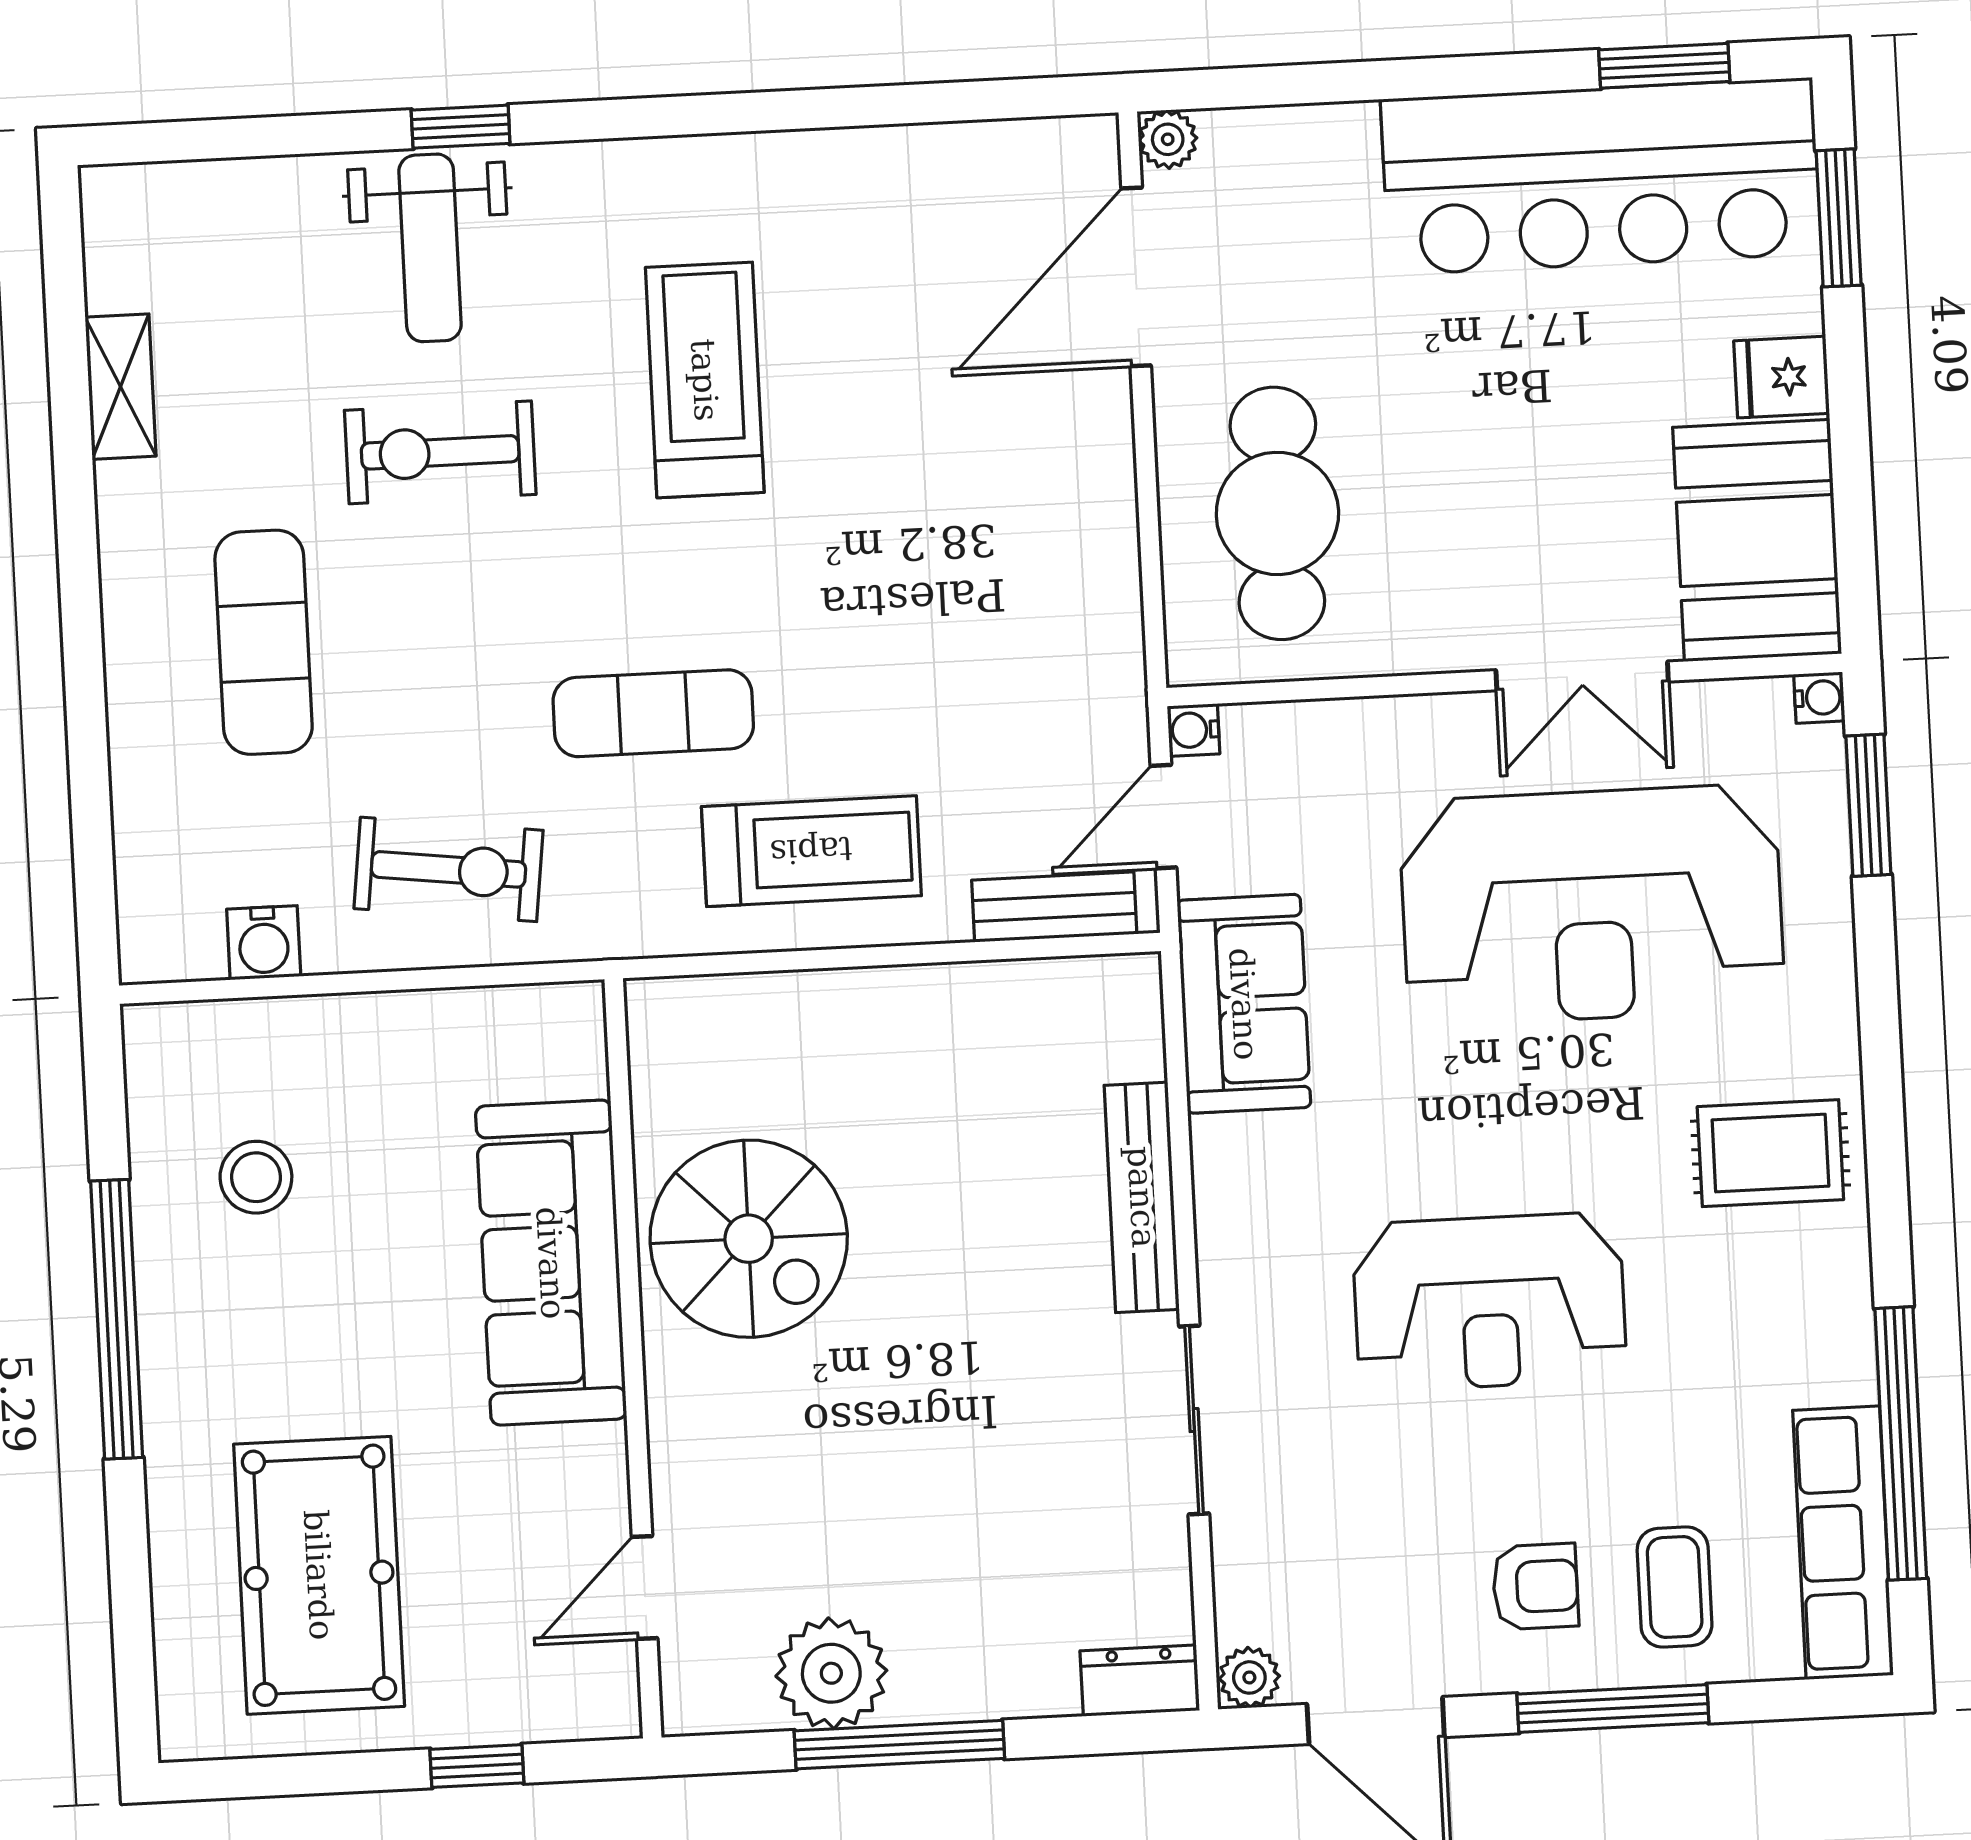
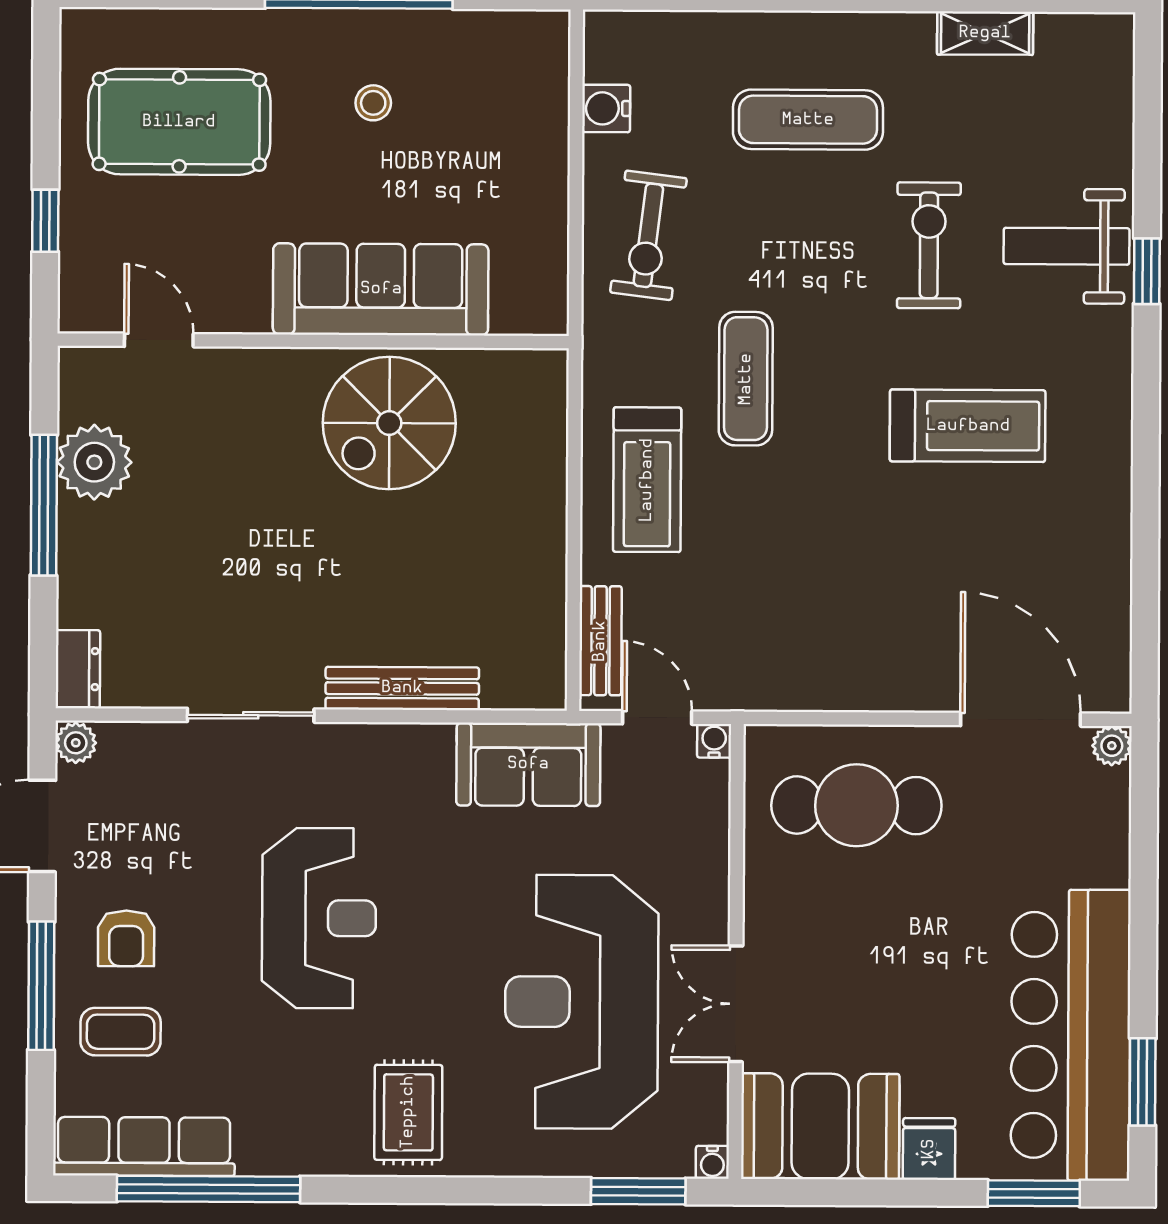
stool: (256, 1177) -> (373, 103), moved, width x0.73, depth x0.73
reception desk: (1489, 1302) -> (319, 918), turned 180

